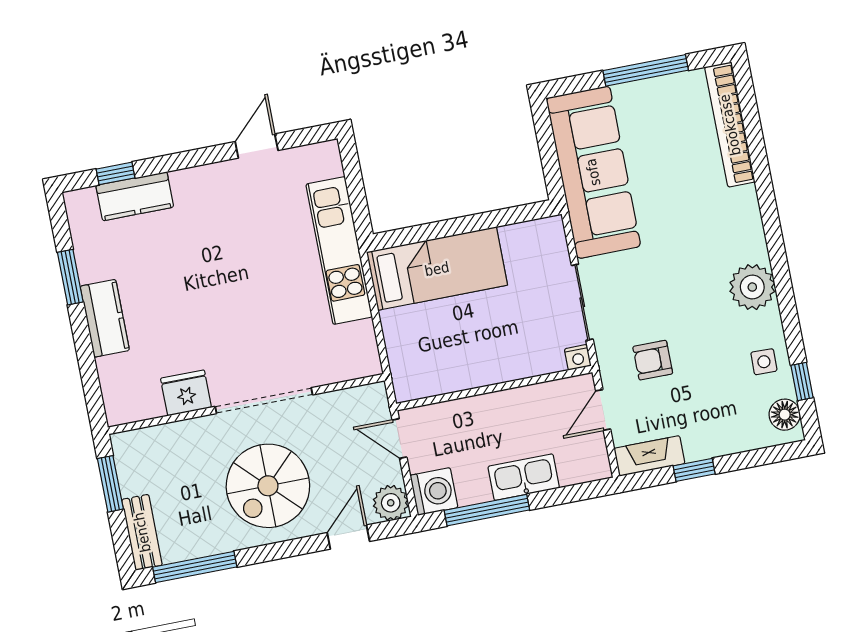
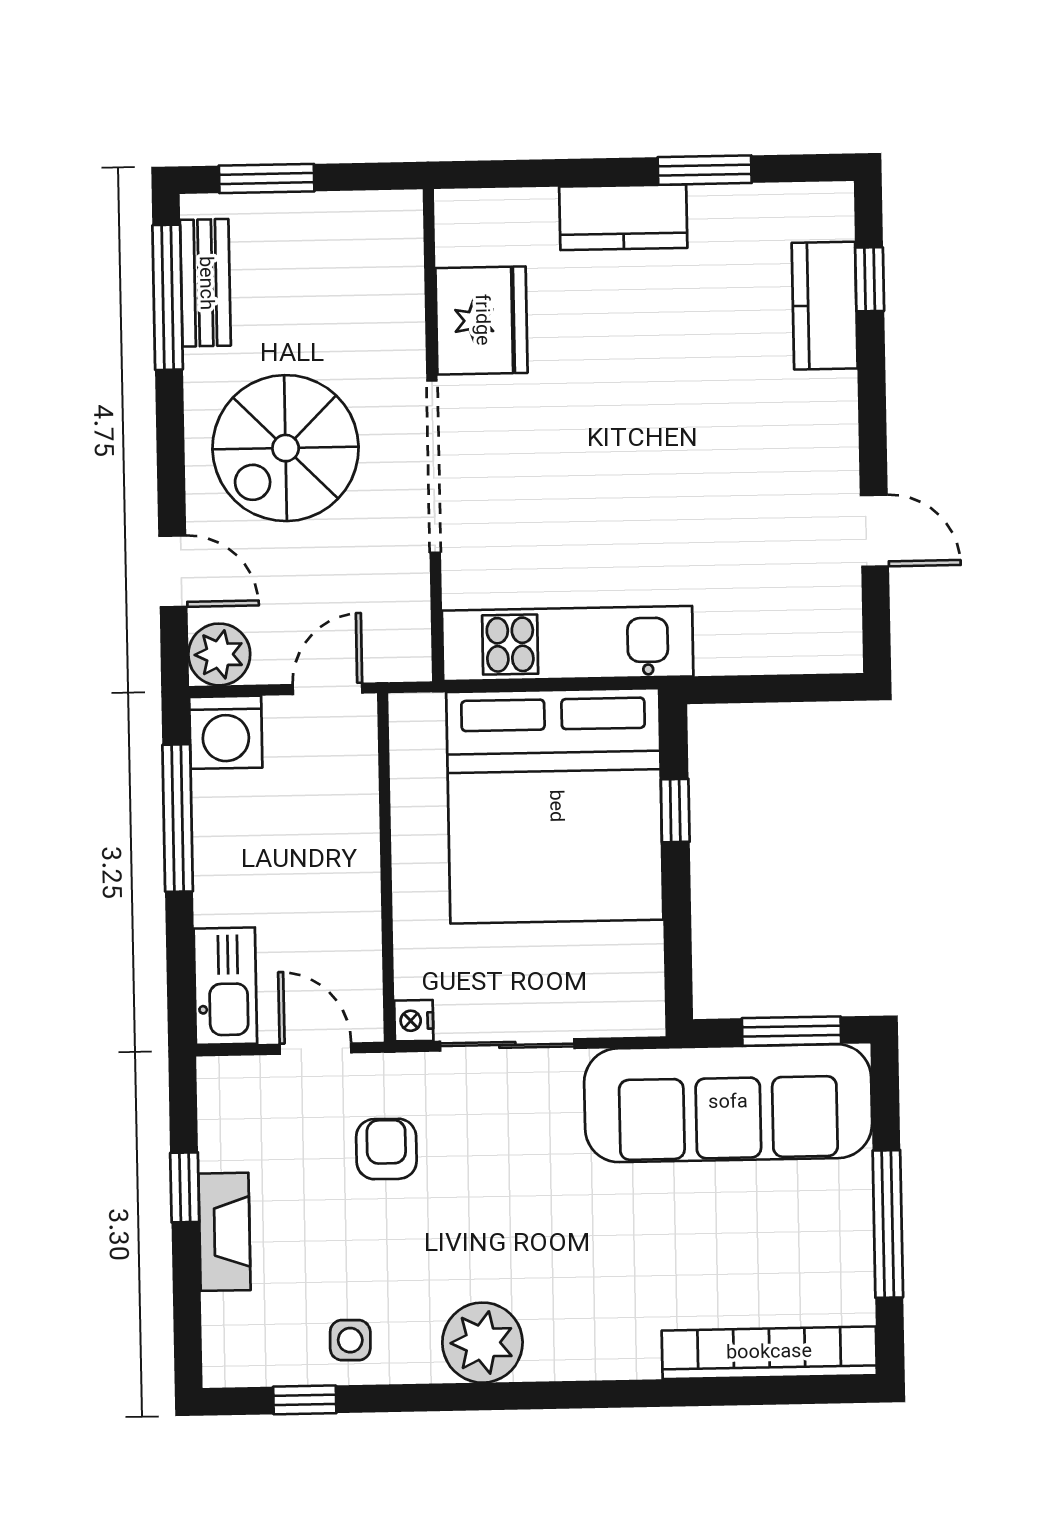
window: (547, 144) -> (791, 1031), added
window: (434, 231) -> (675, 811), added
kitchen unit: (339, 251) -> (568, 643), moved
bed: (437, 269) -> (555, 806), width x2.04
fridge: (186, 393) -> (481, 320), width x1.36, depth x1.34
floor lamp: (785, 415) -> (253, 1360), removed
fireplace: (649, 456) -> (224, 1232), moved
kitchen sink: (524, 477) -> (225, 986), moved
window: (110, 484) -> (267, 178), moved
spiral stairs: (268, 486) -> (286, 448), turned -90
bench: (142, 532) -> (205, 283), moved, turned 90

